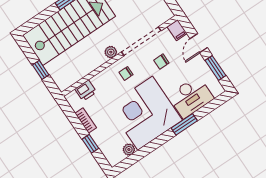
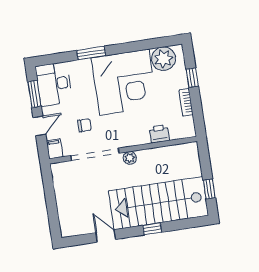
window: (41, 70) -> (209, 189), moved
chair: (126, 73) -> (125, 130), removed
printer: (86, 91) -> (159, 134), moved
desk: (191, 97) -> (54, 84), moved, turned -90
plant: (129, 150) -> (163, 59), width x1.87, depth x1.87

